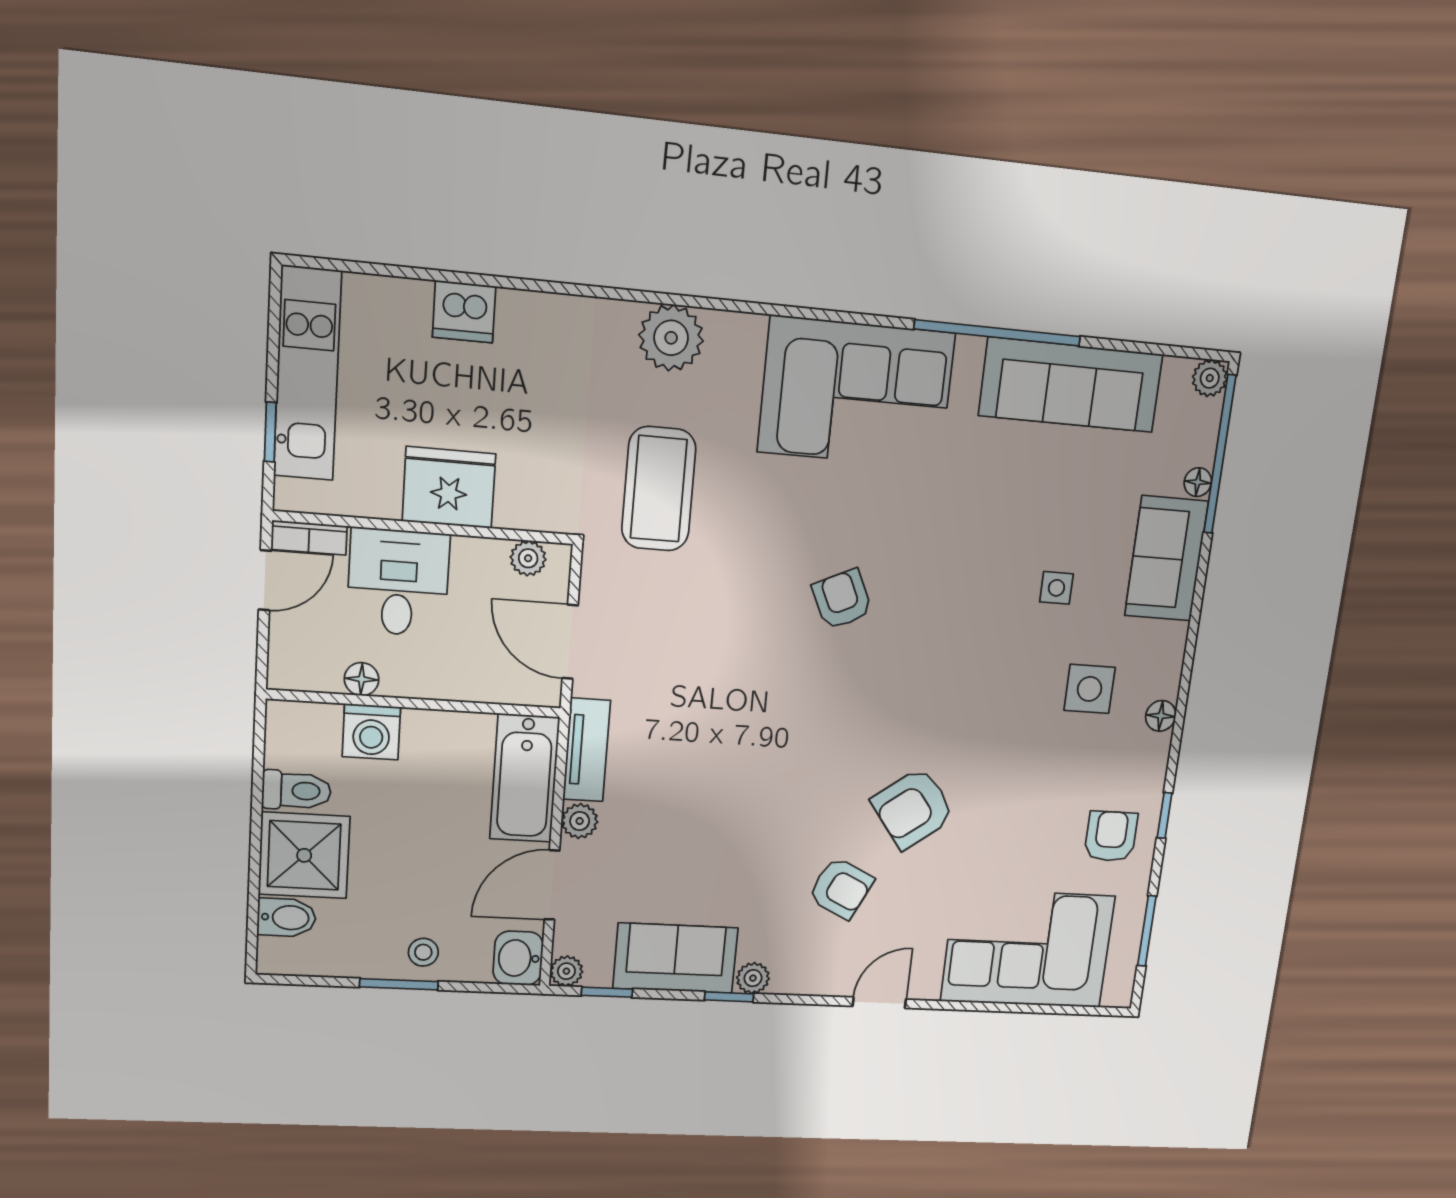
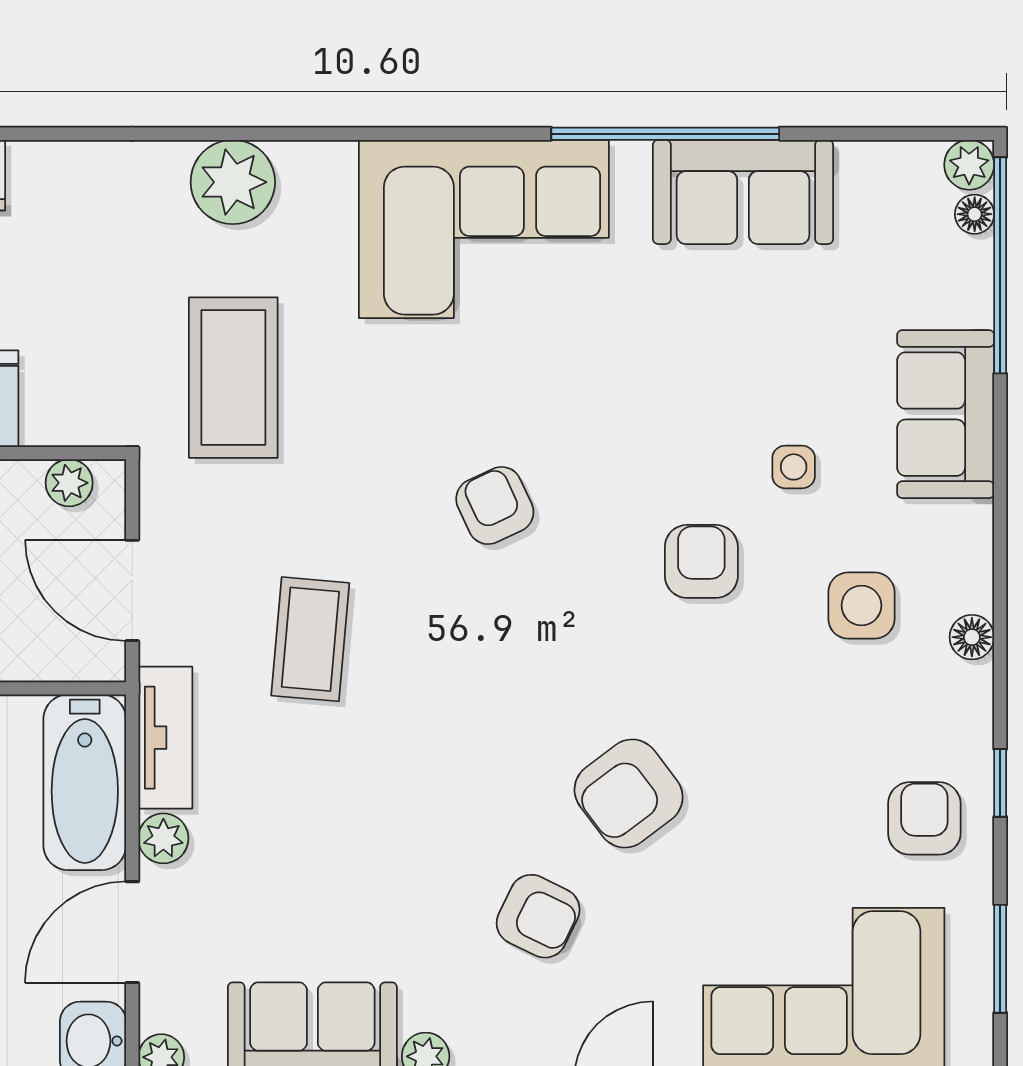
sofa: (1071, 385) -> (743, 192), width x0.73
floor lamp: (1198, 482) -> (975, 214), moved
armchair: (984, 650) -> (701, 561), added
coffee table: (699, 686) -> (310, 639), added

